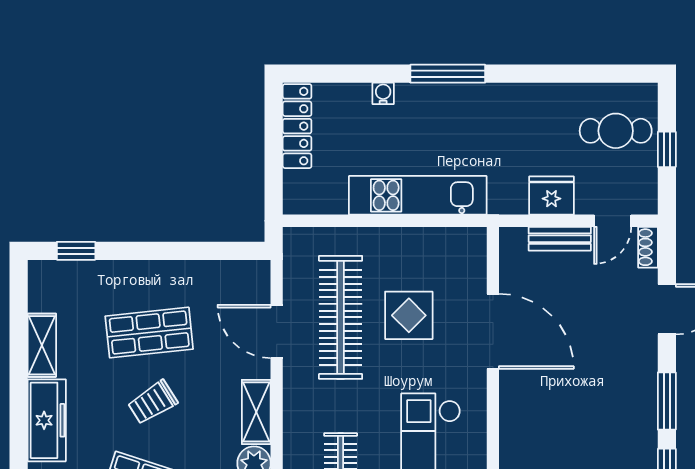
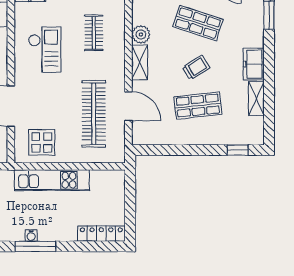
water cooler: (383, 93) -> (31, 236), moved
locker: (297, 126) -> (101, 234), moved, turned 90
display table: (409, 315) -> (42, 142), moved
freezer: (47, 420) -> (254, 64), width x0.71

